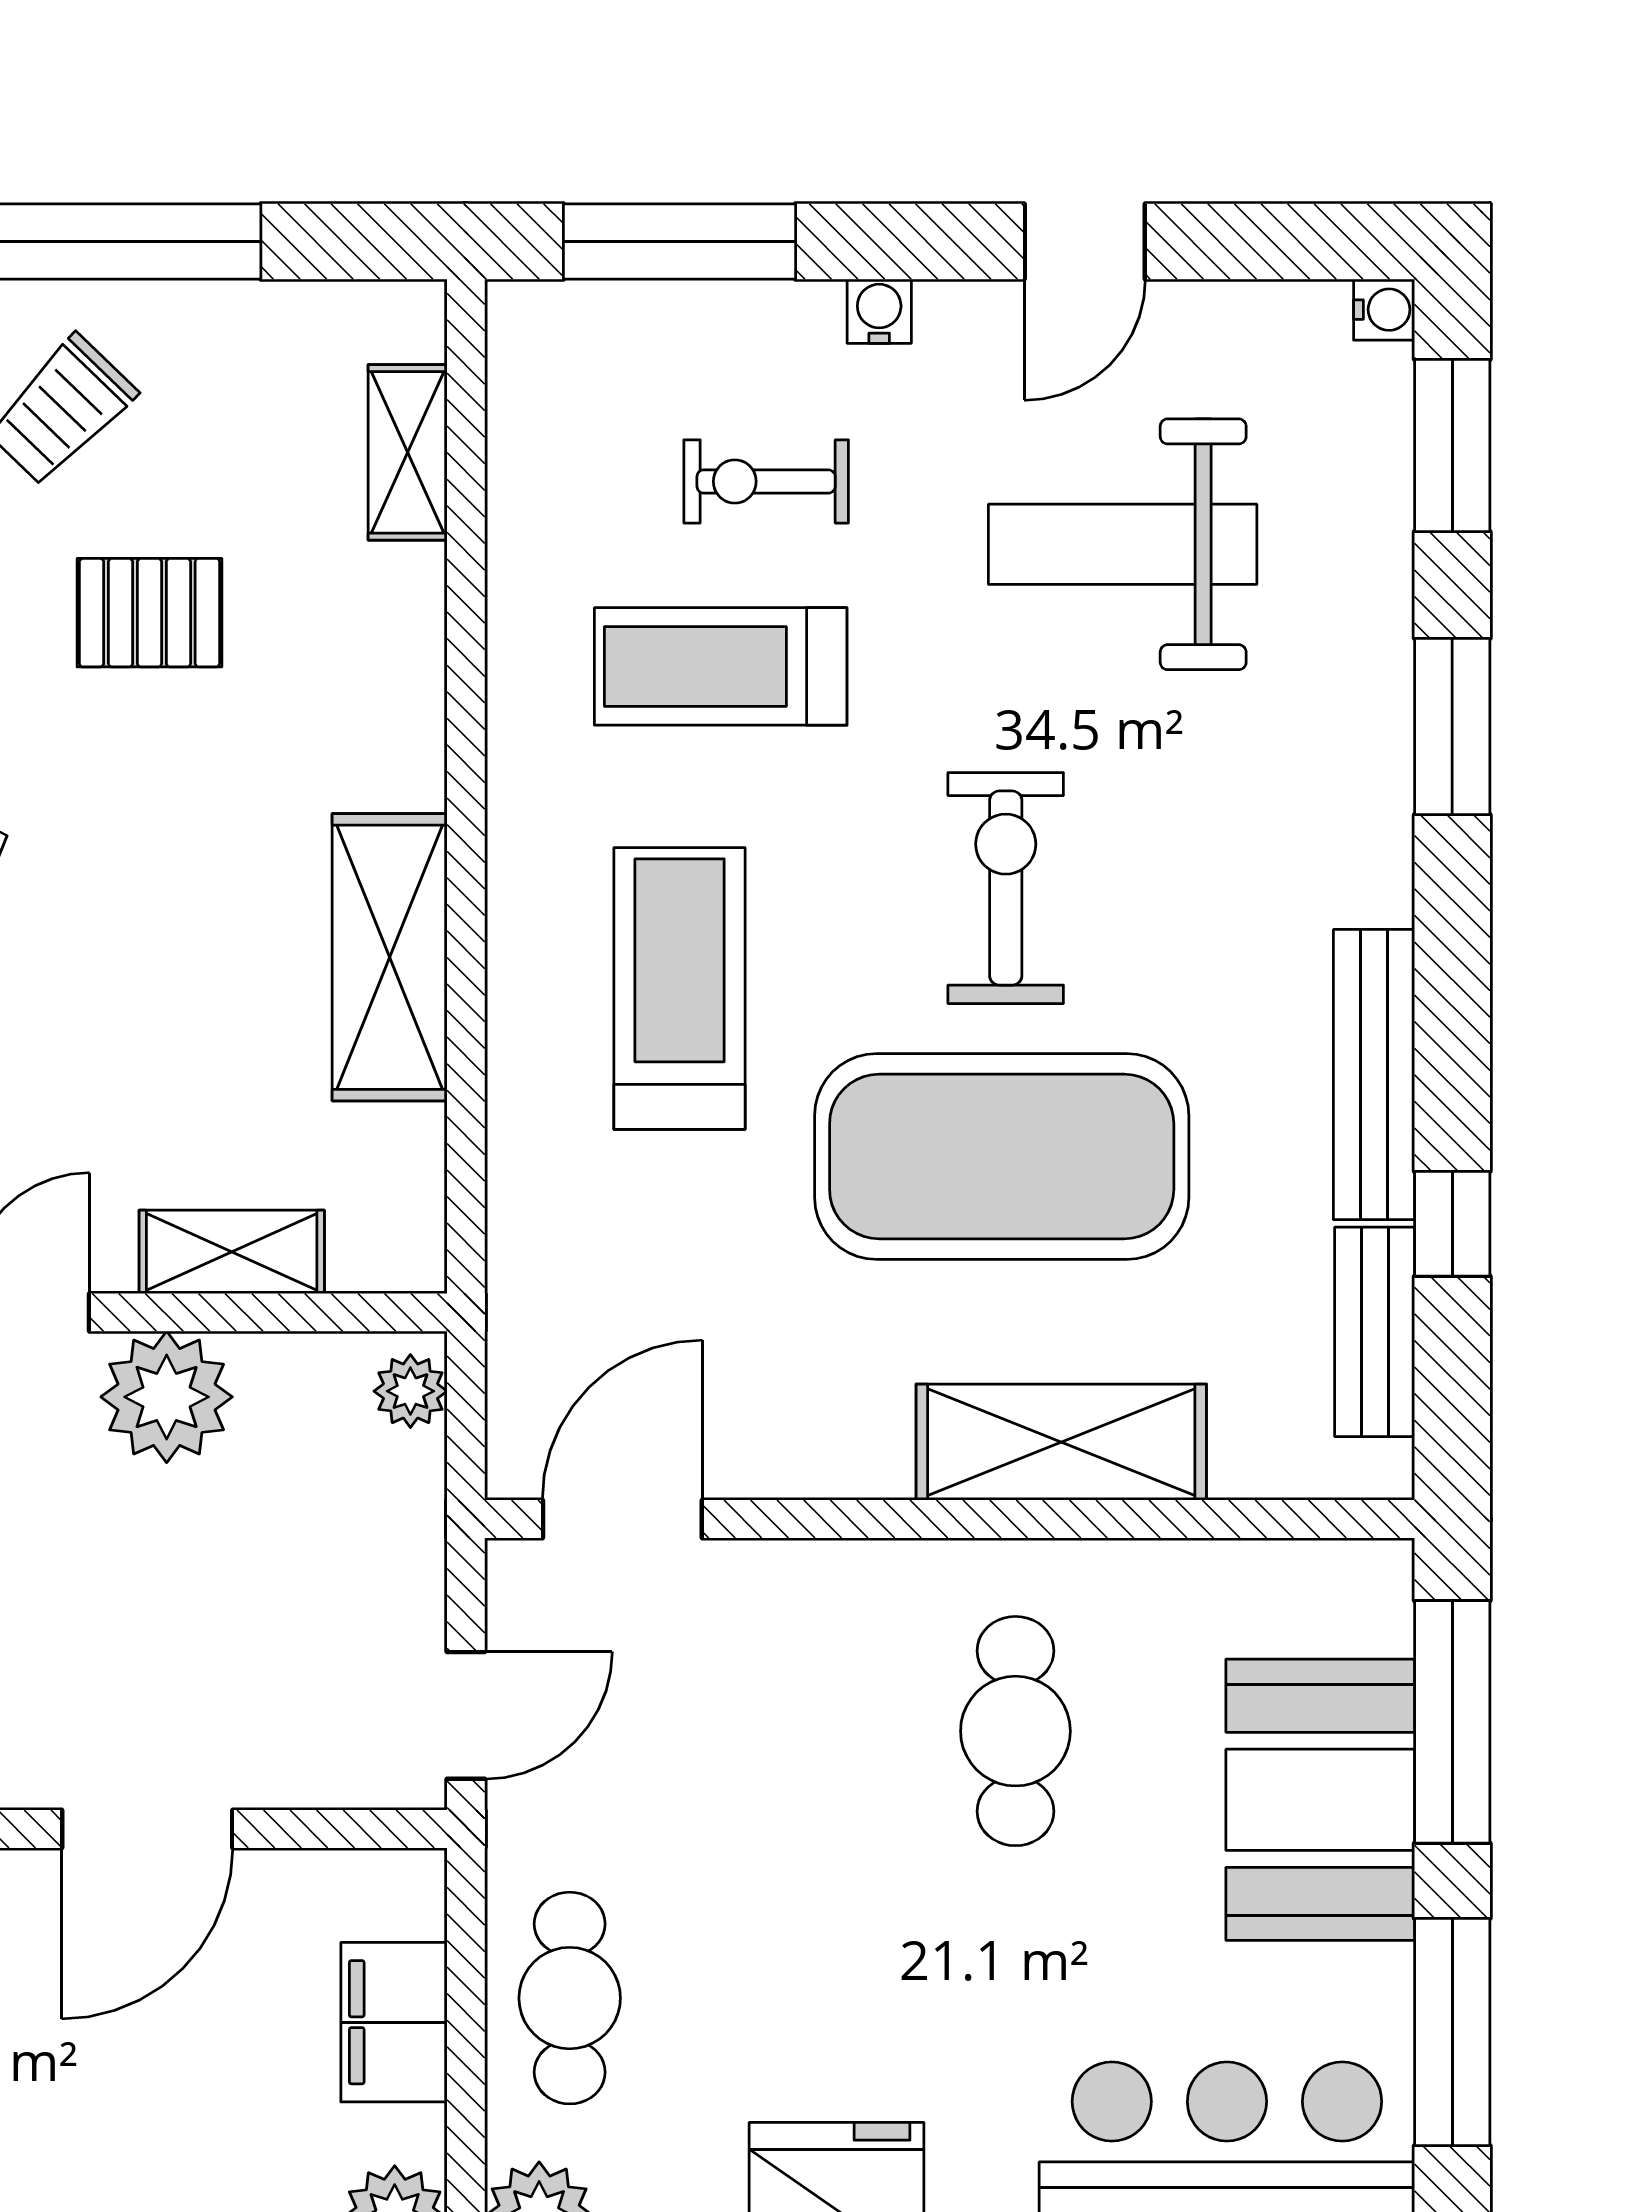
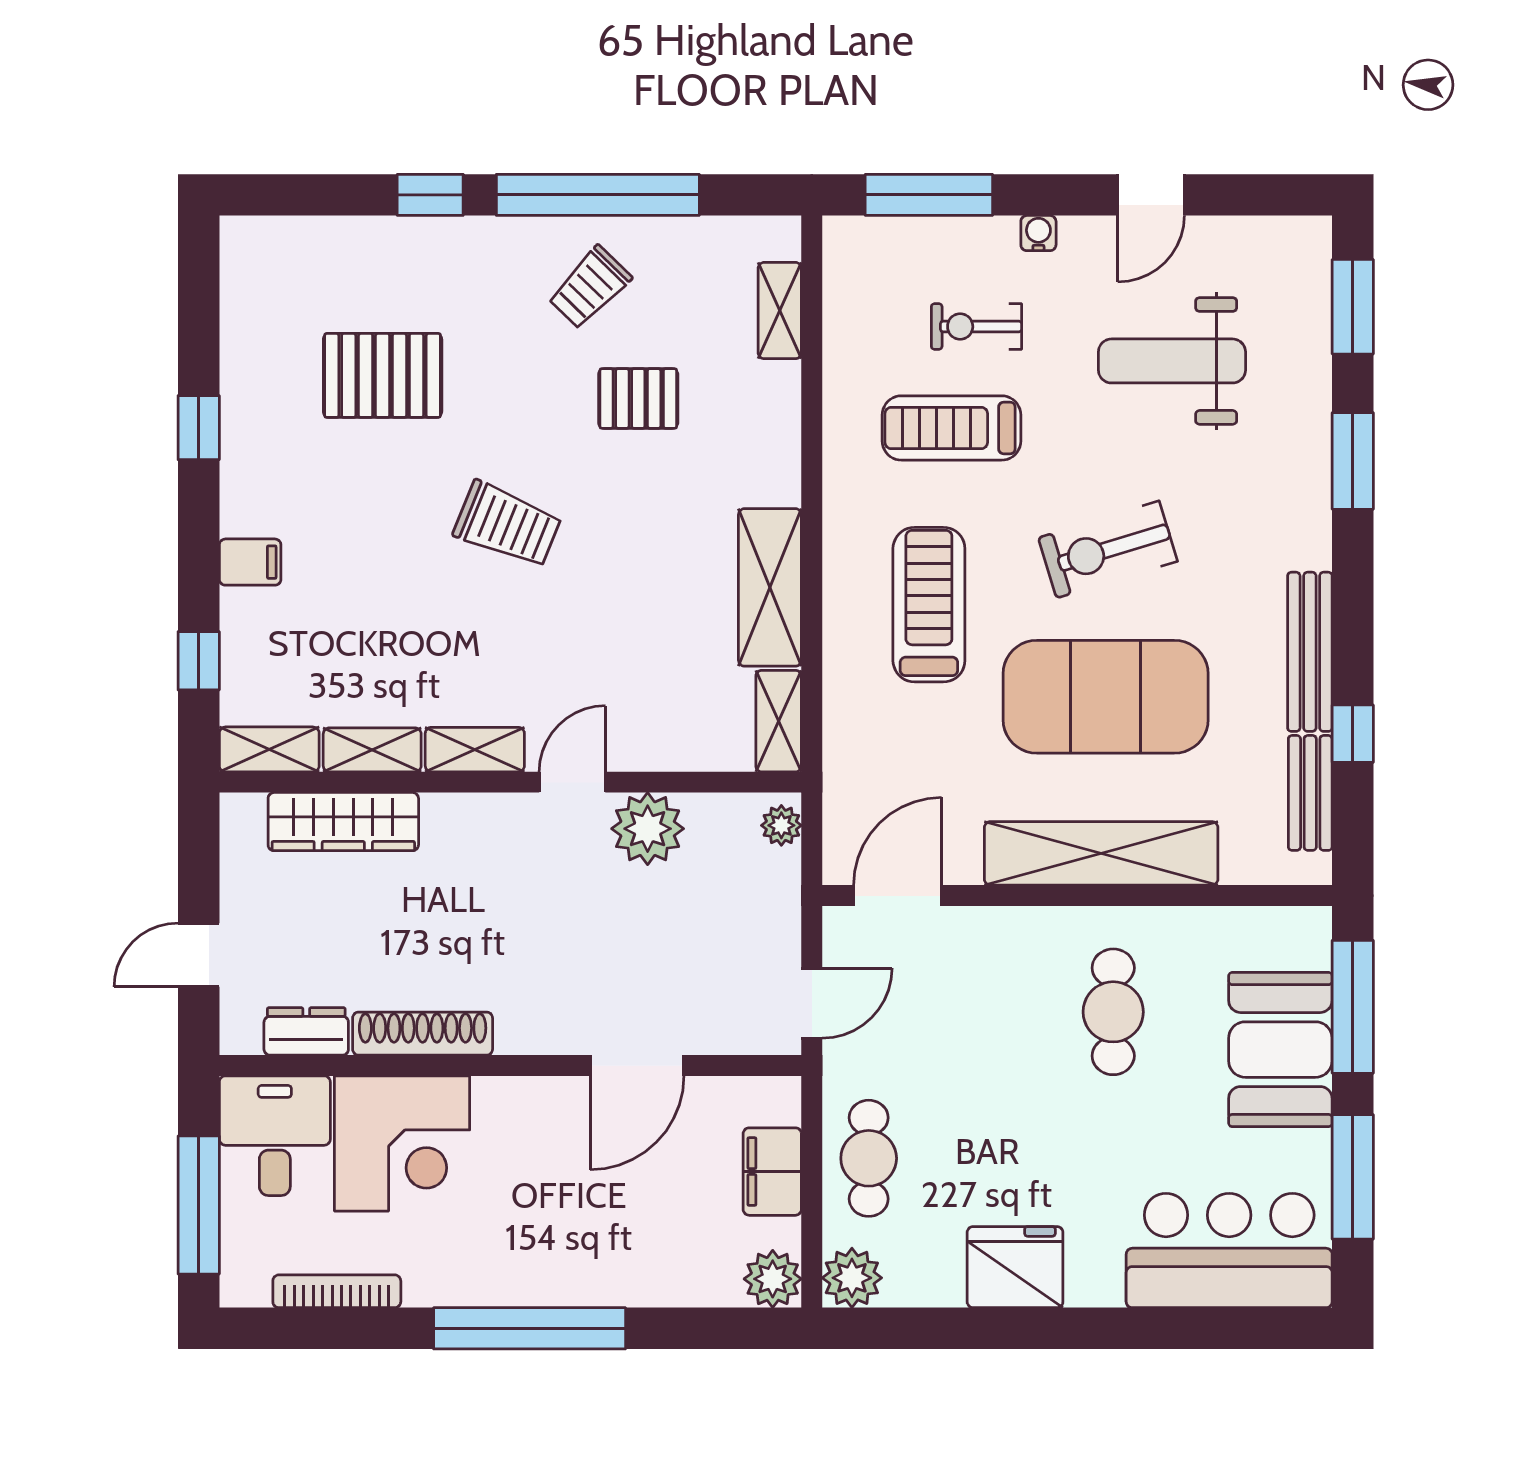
water cooler: (1384, 310) -> (1315, 232), removed
exercise bike: (1006, 888) -> (1108, 549), turned -107
shelving: (232, 1252) -> (779, 721), moved, turned 90
shelving: (1061, 1442) -> (1101, 853), width x1.47

